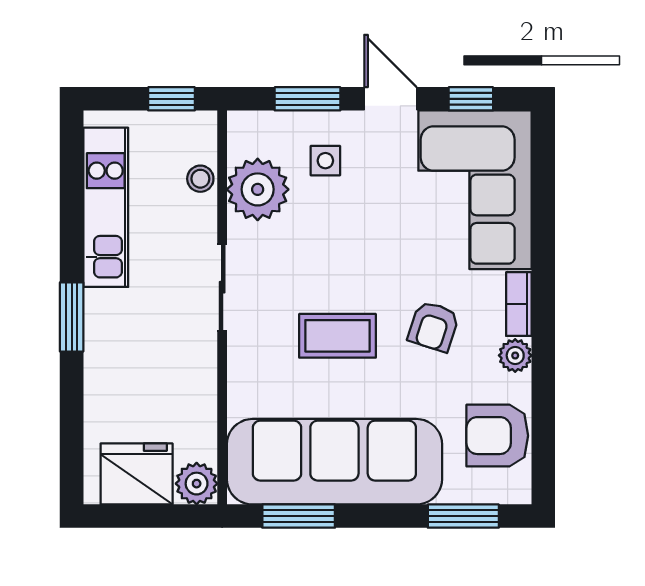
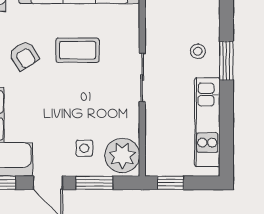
stool: (200, 179) -> (198, 51), moved
plant: (258, 189) -> (122, 156), moved
armchair: (433, 326) -> (24, 55), turned 130

